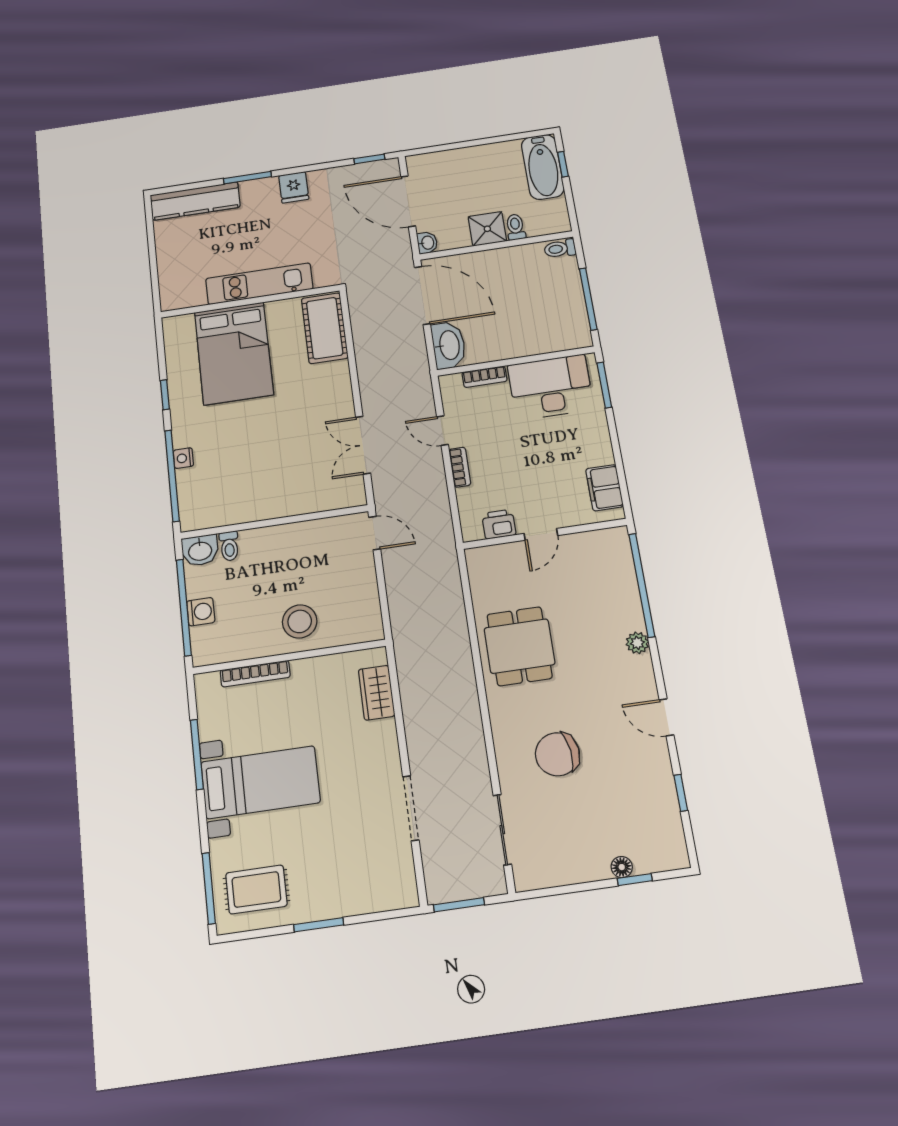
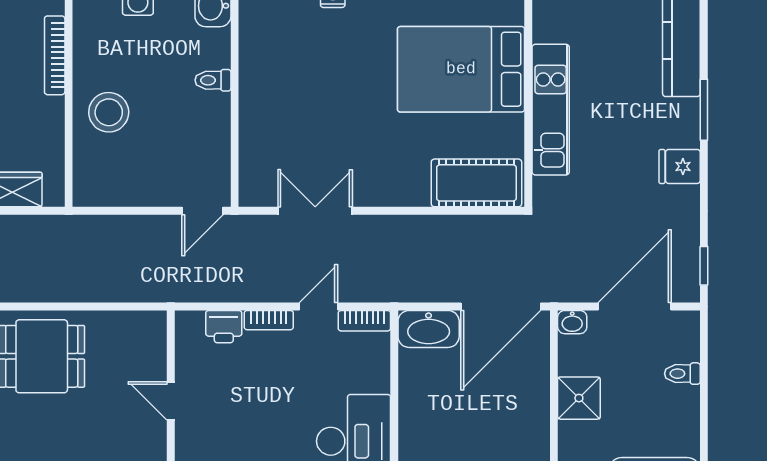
toilet: (516, 227) -> (682, 374), moved, turned 180
bookcase: (485, 377) -> (364, 321), moved, turned -90
printer: (499, 524) -> (224, 327), moved, turned 90
toilet: (229, 546) -> (213, 80), moved

